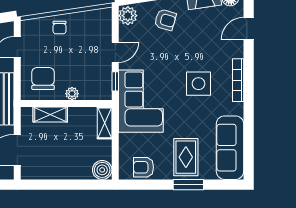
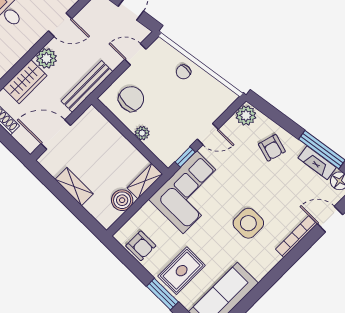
bookcase: (238, 80) -> (296, 237), moved
shelving: (50, 115) -> (74, 187), moved
armchair: (144, 167) -> (141, 246), turned 180
boiler: (102, 170) -> (122, 200), moved

